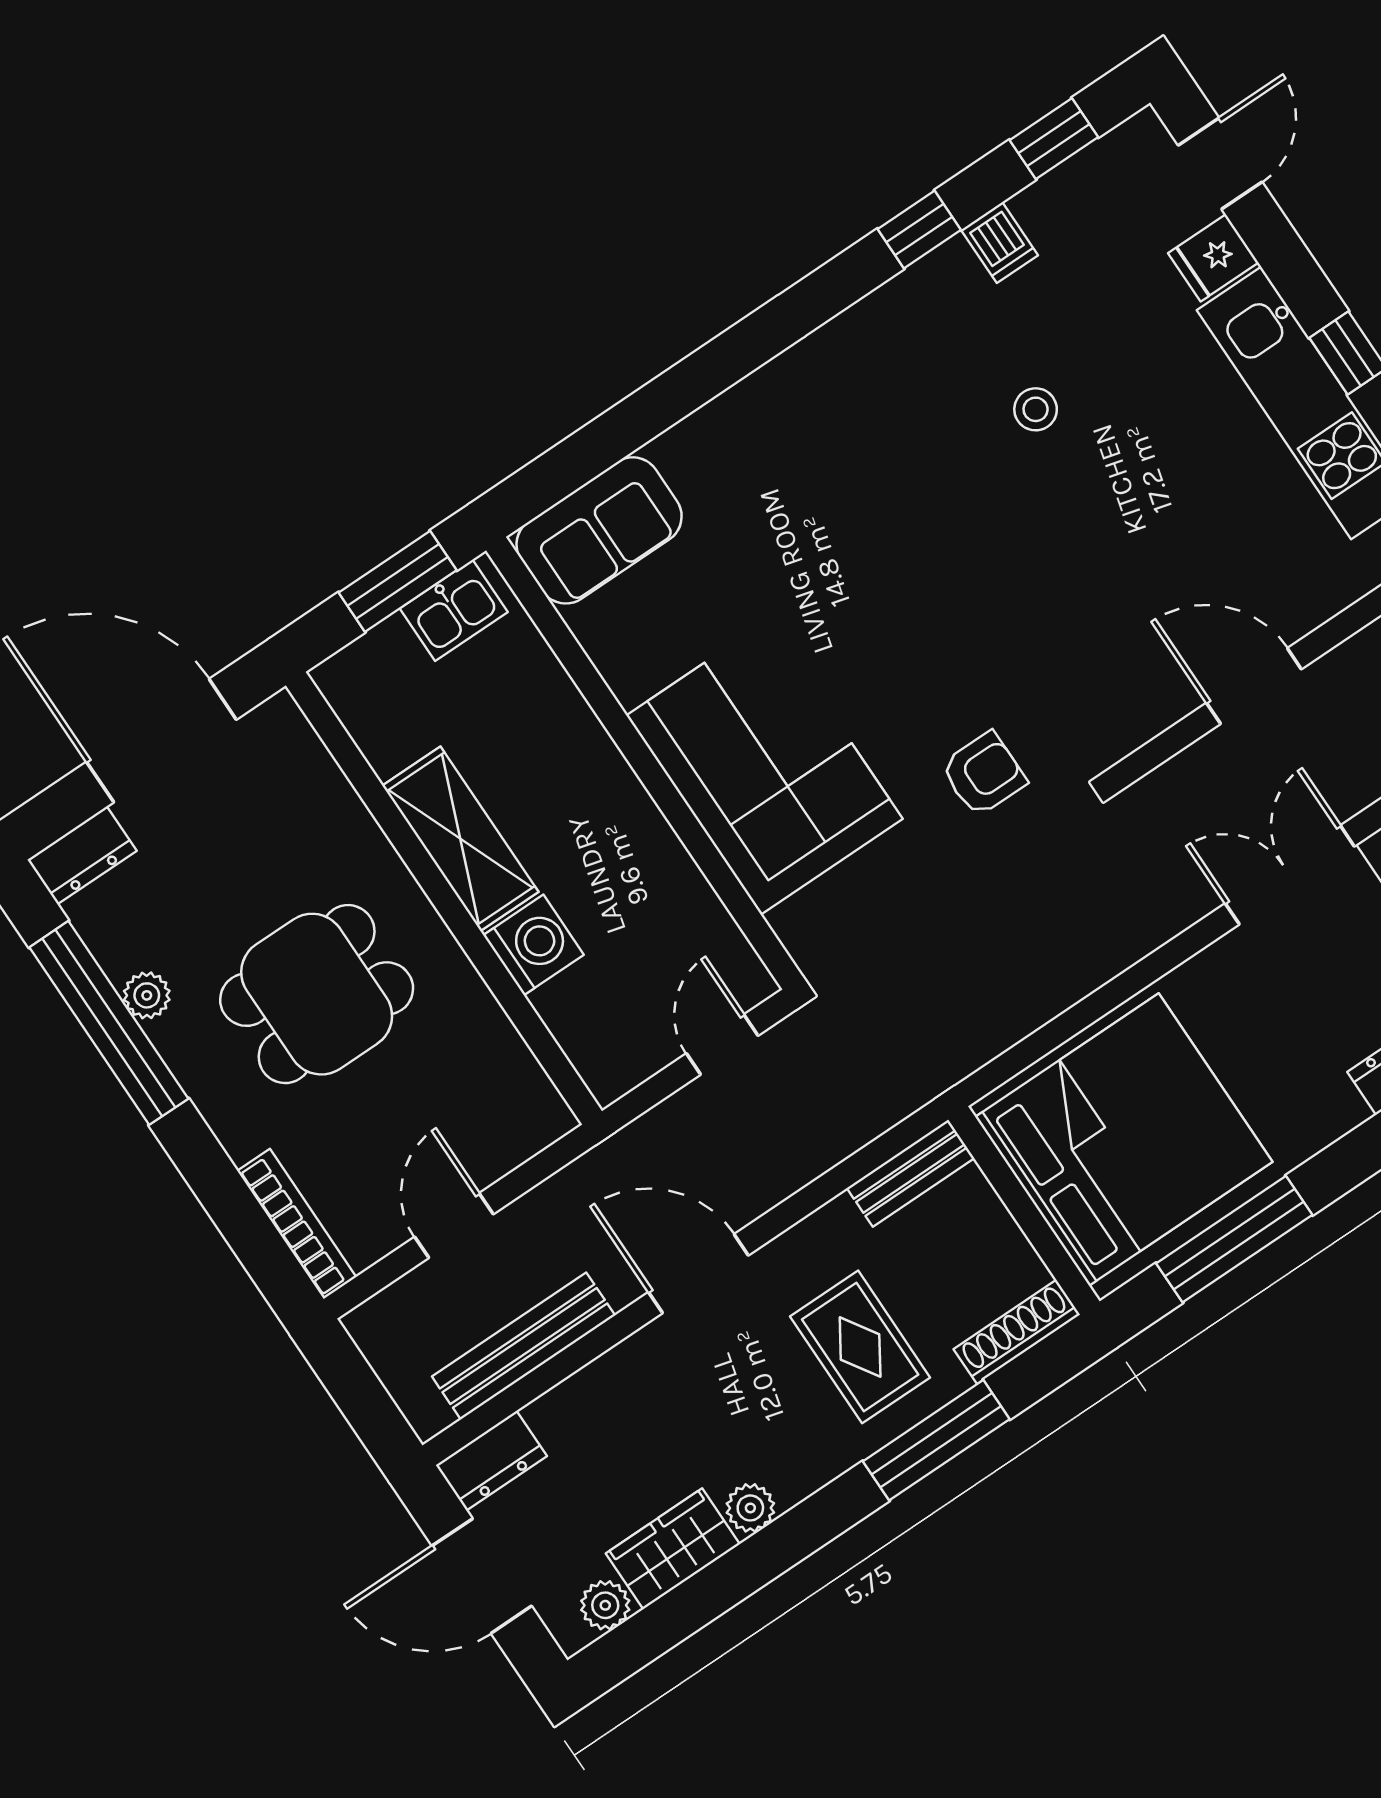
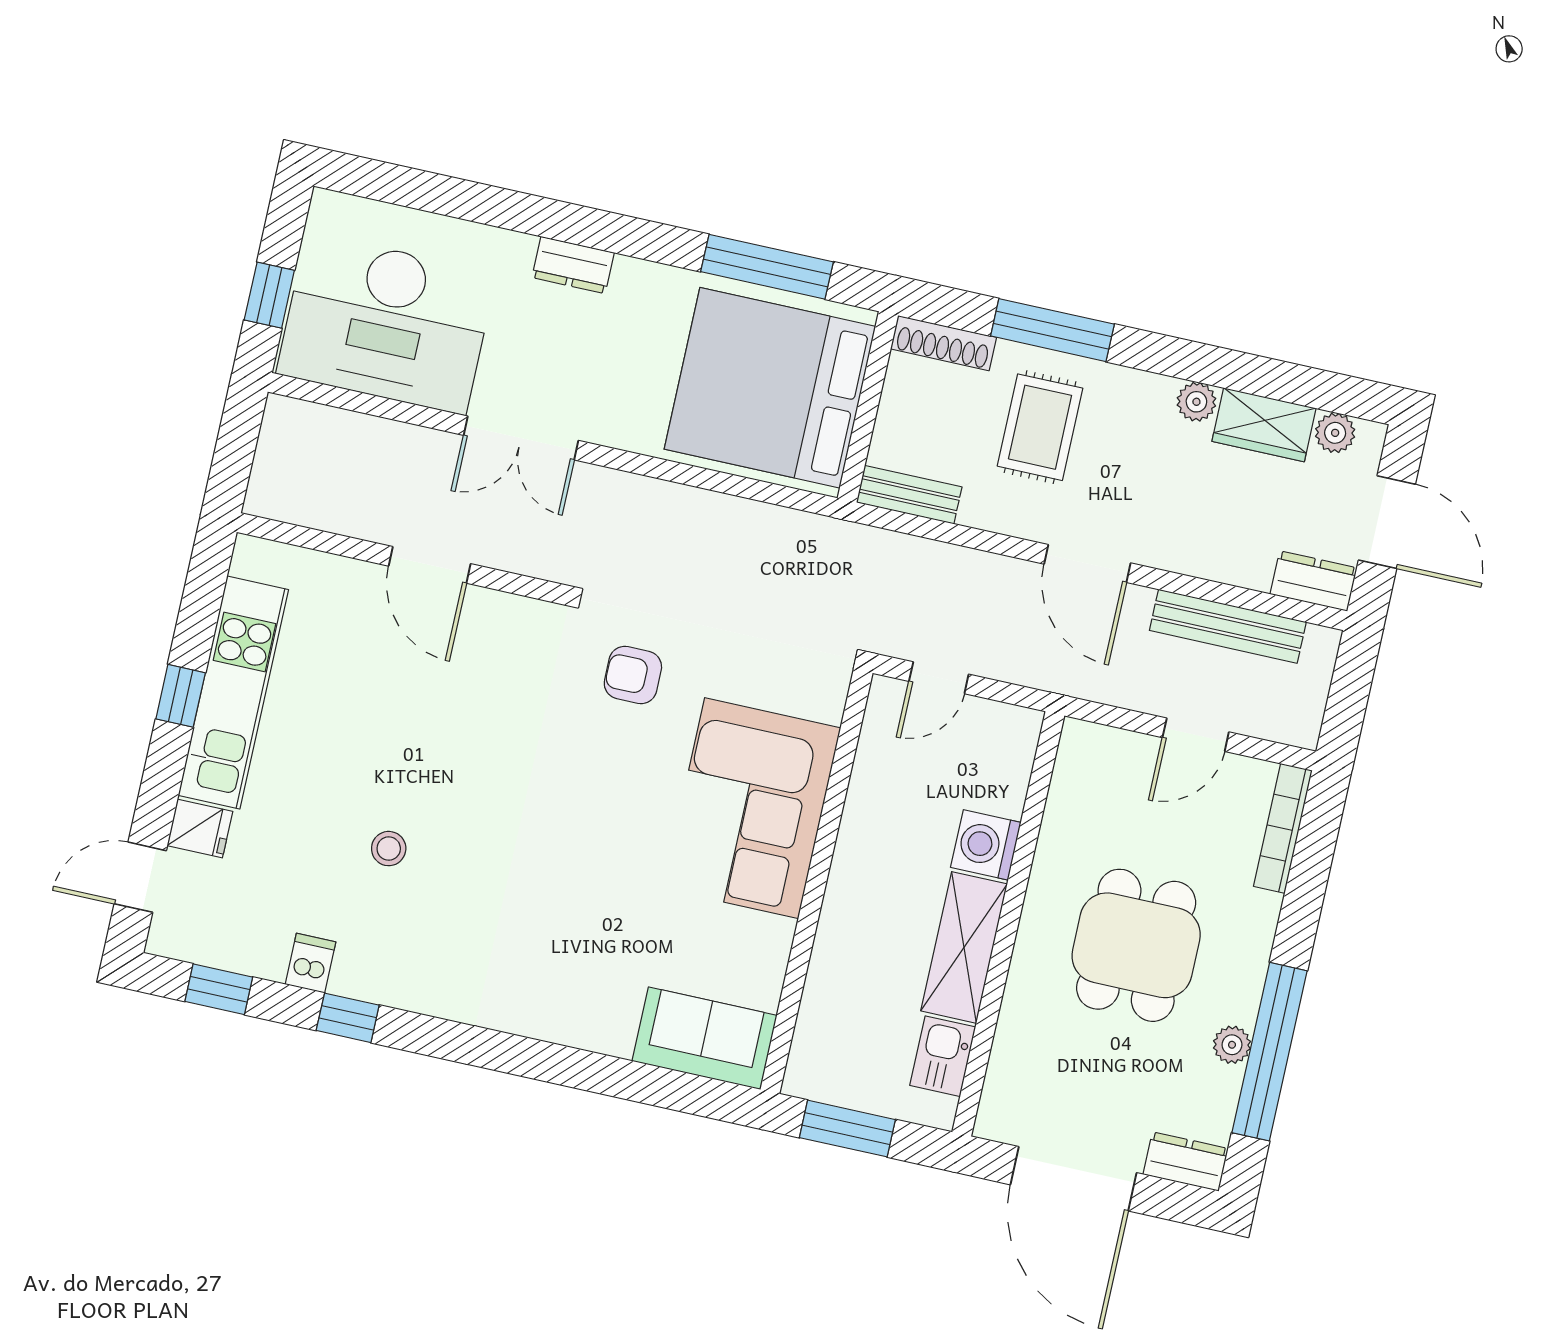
kitchen sink: (454, 610) -> (943, 1056), moved, turned -90
dining table: (317, 994) -> (1136, 945), turned 90

